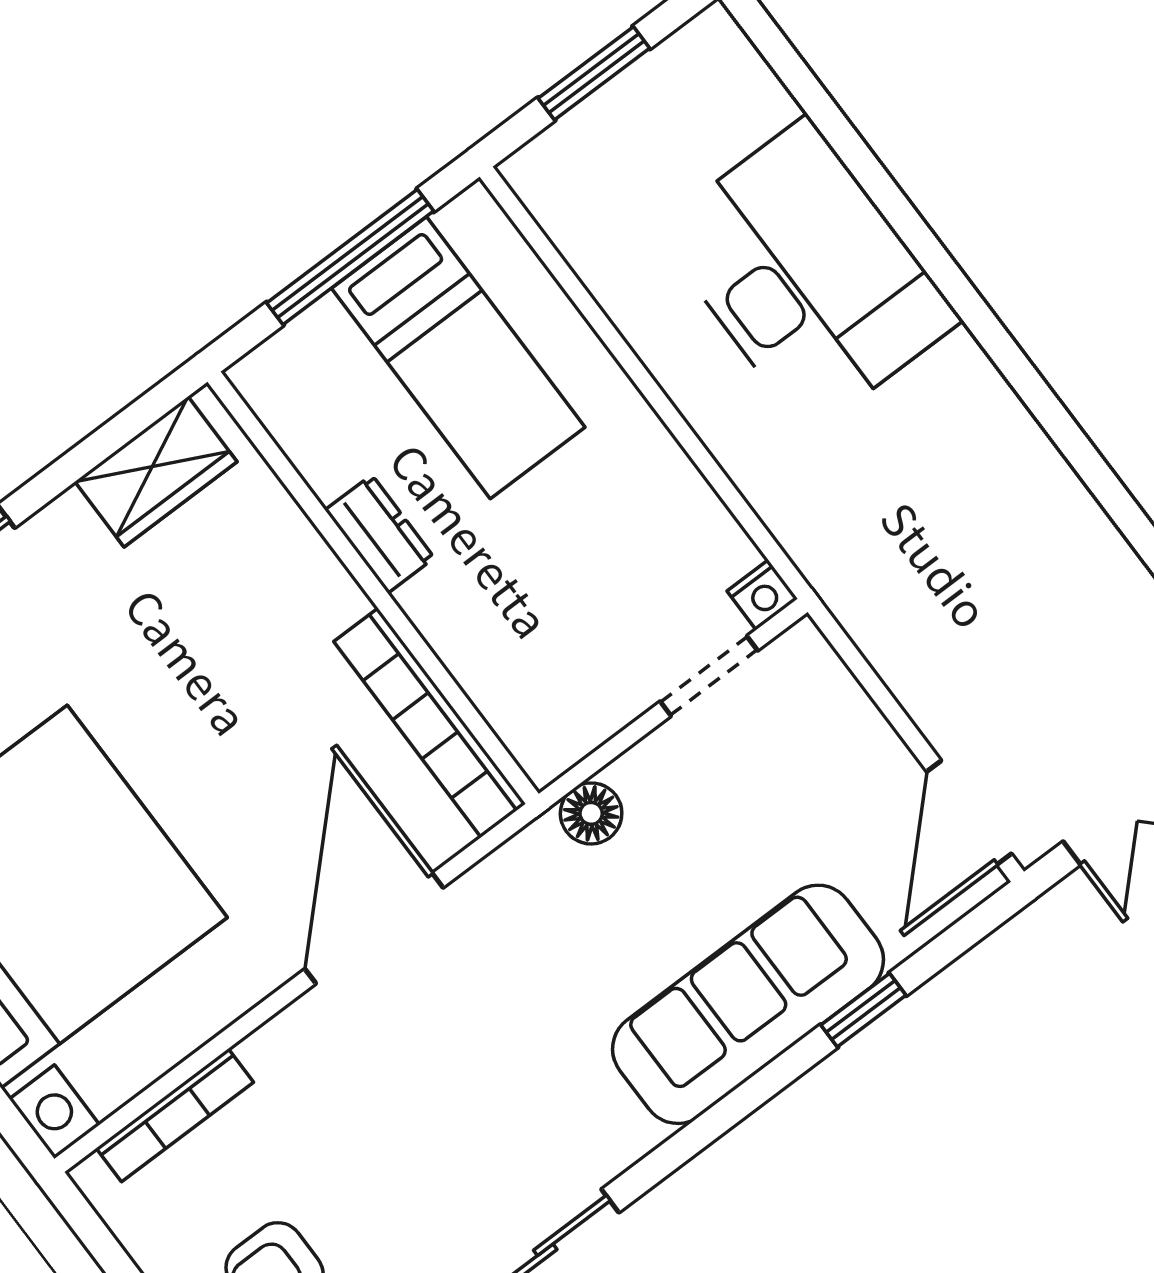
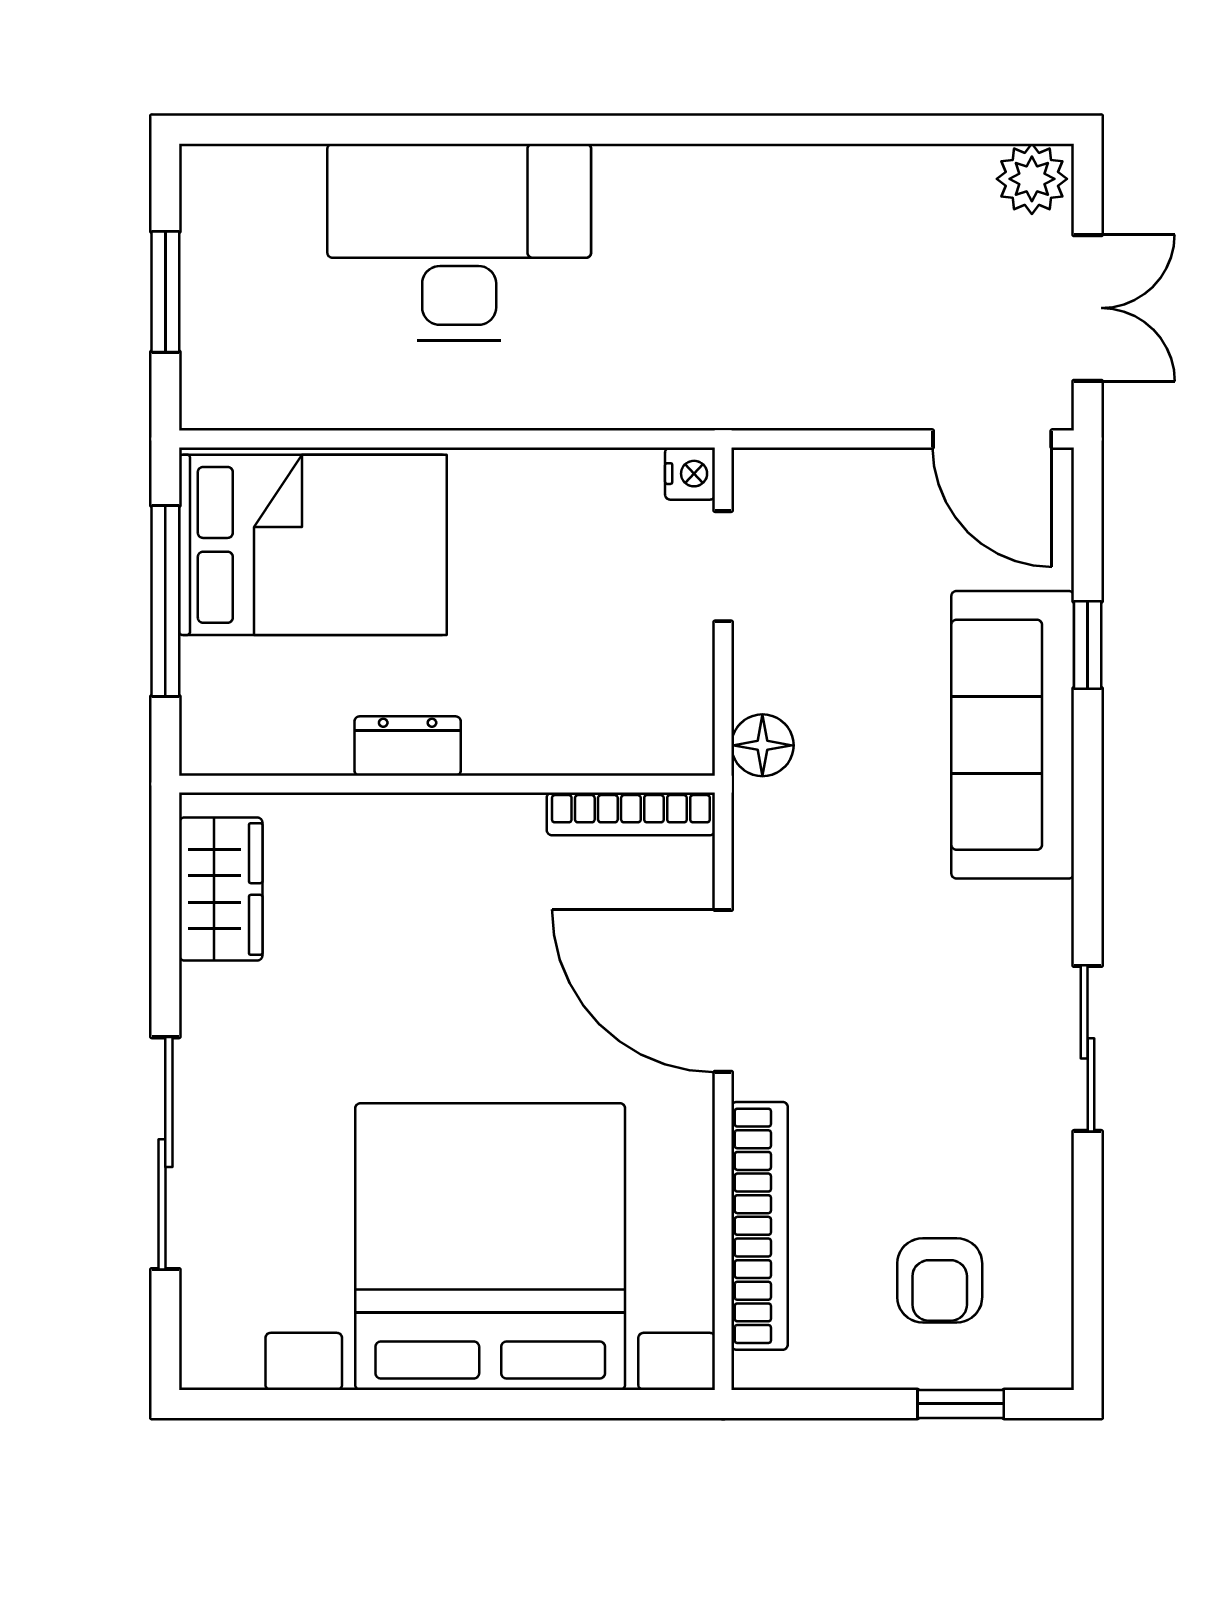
bed: (458, 358) -> (313, 545), width x1.50
bookcase: (430, 723) -> (631, 814), width x0.68, depth x0.76
bookcase: (175, 1115) -> (760, 1226), width x1.48, depth x1.31

